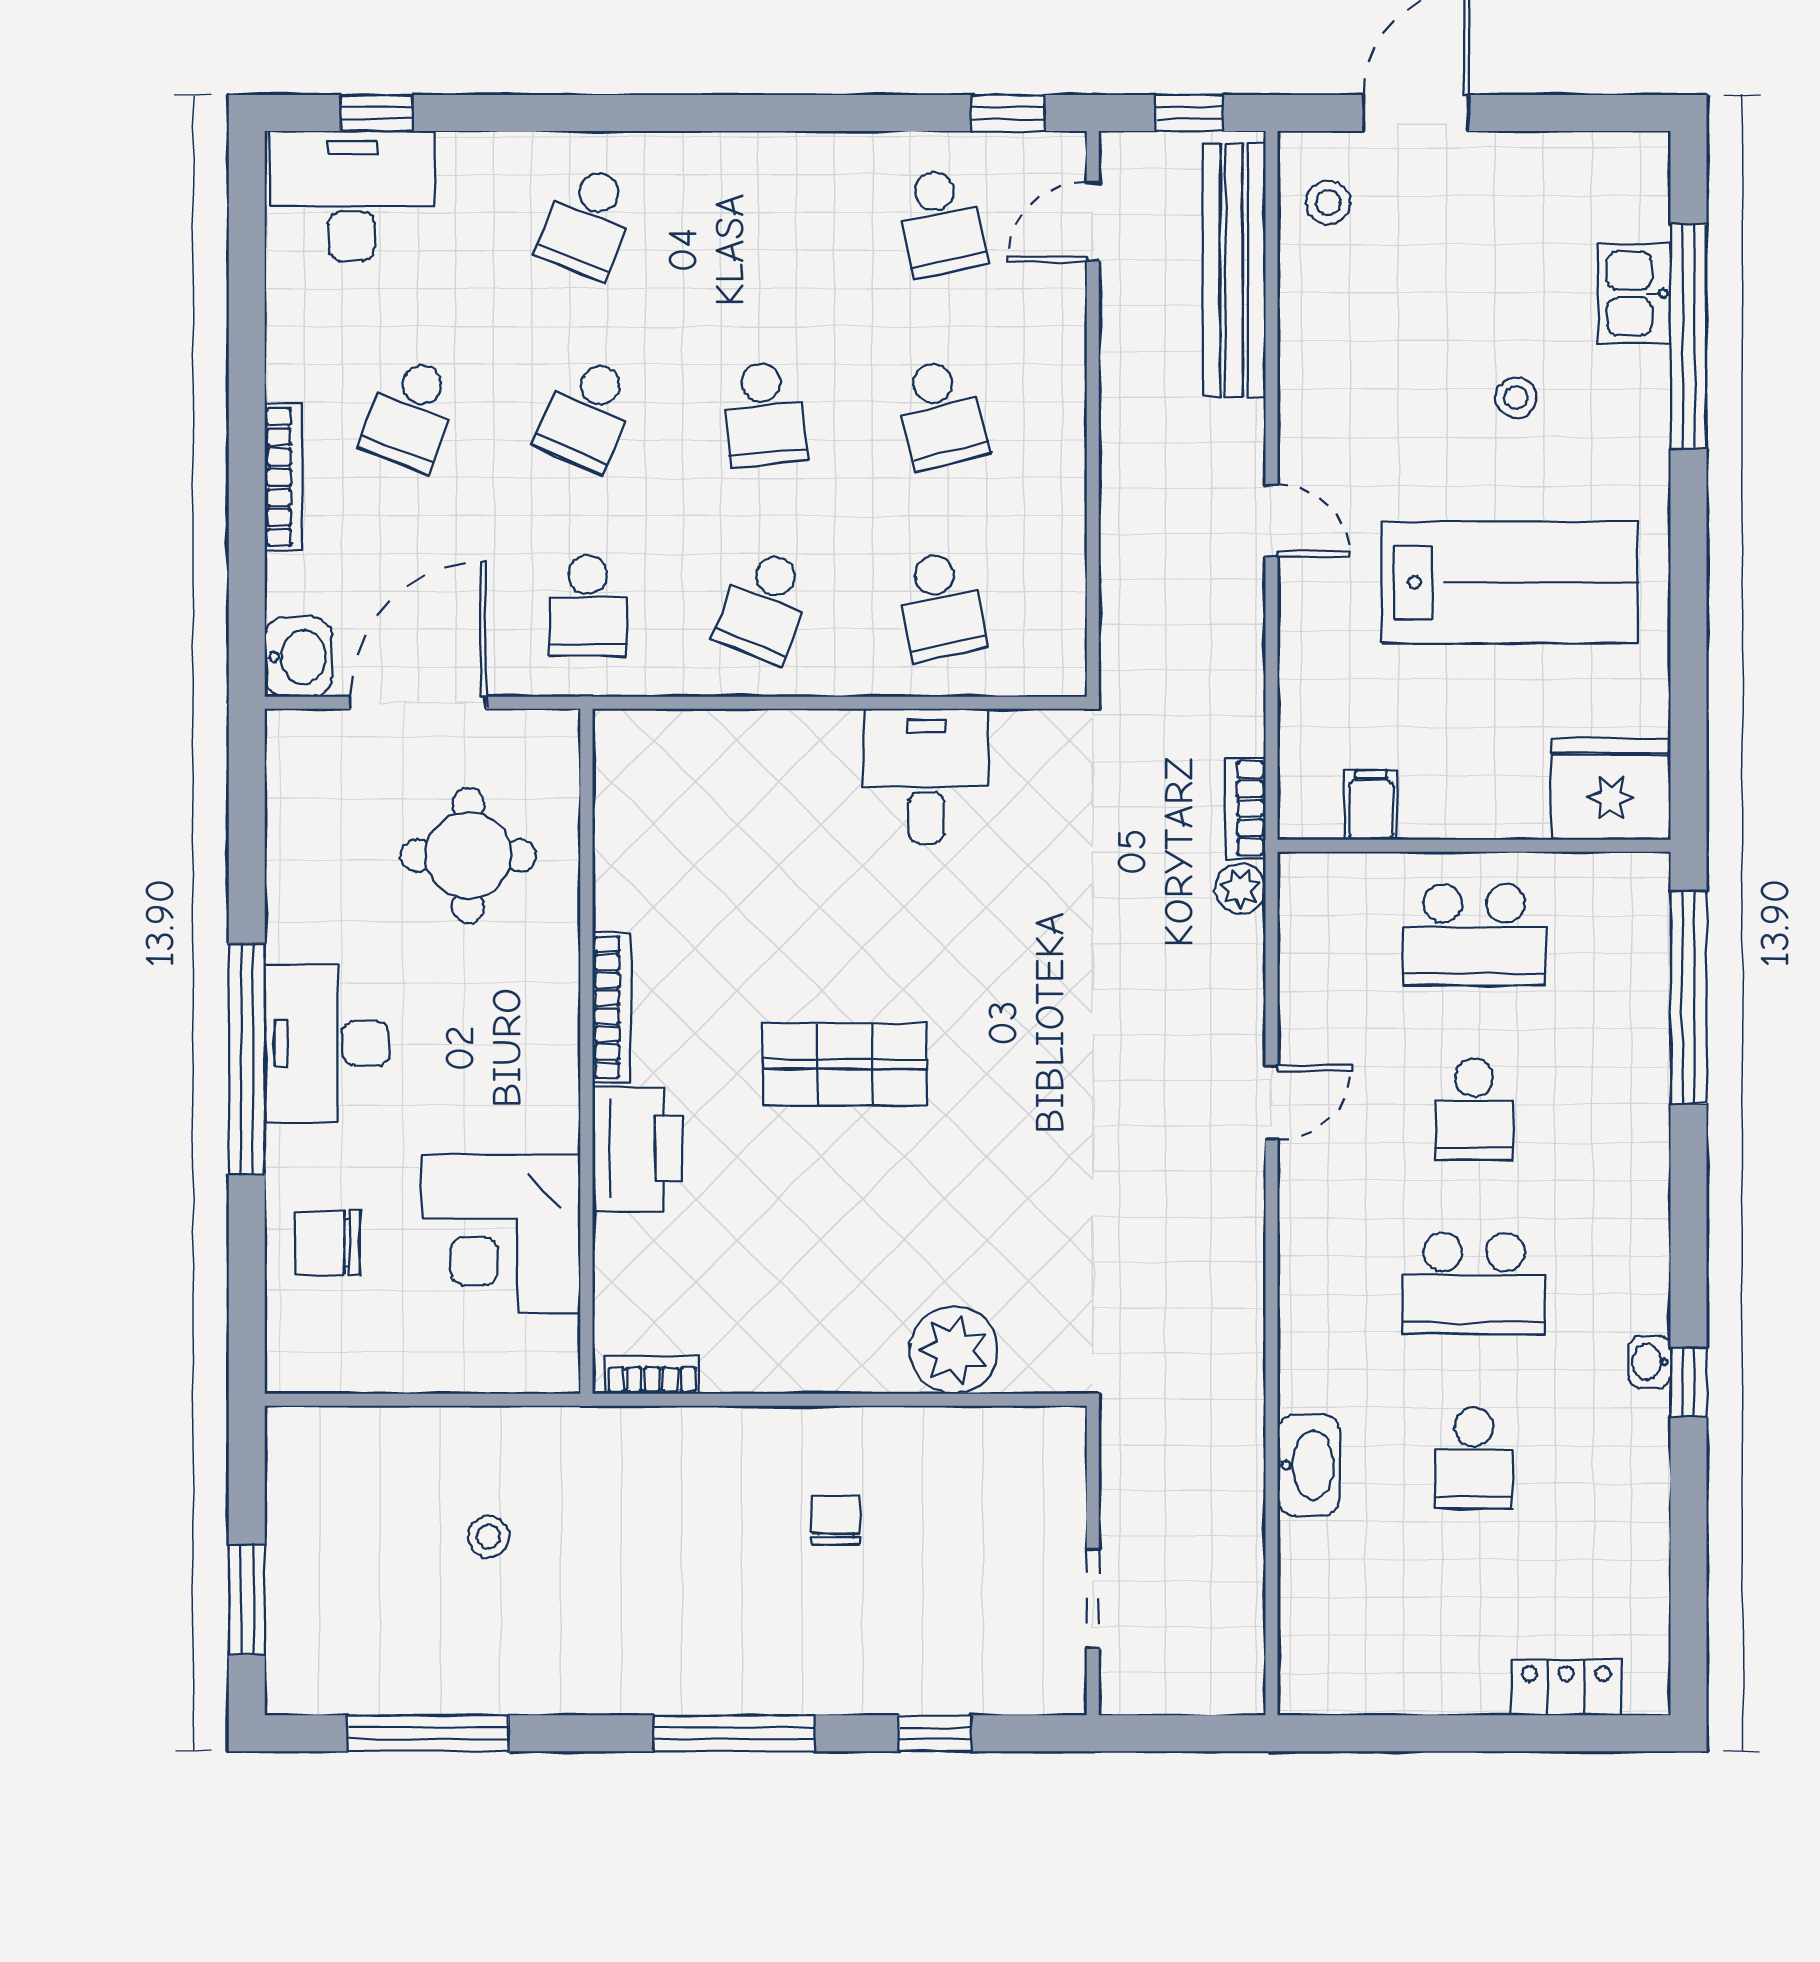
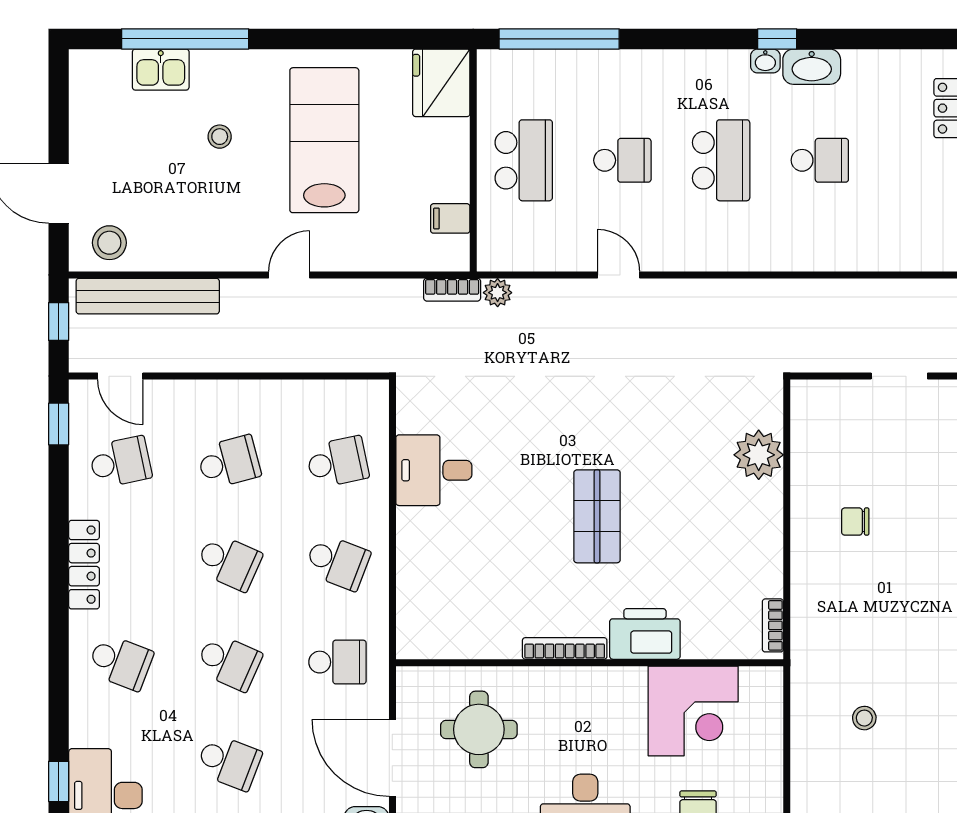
locker: (760, 158) -> (84, 565), added
stool: (1328, 203) -> (109, 243), width x1.37, depth x1.37
school desk: (764, 414) -> (229, 562), turned 30
washbasin: (1309, 1465) -> (812, 67), moved, turned 180

